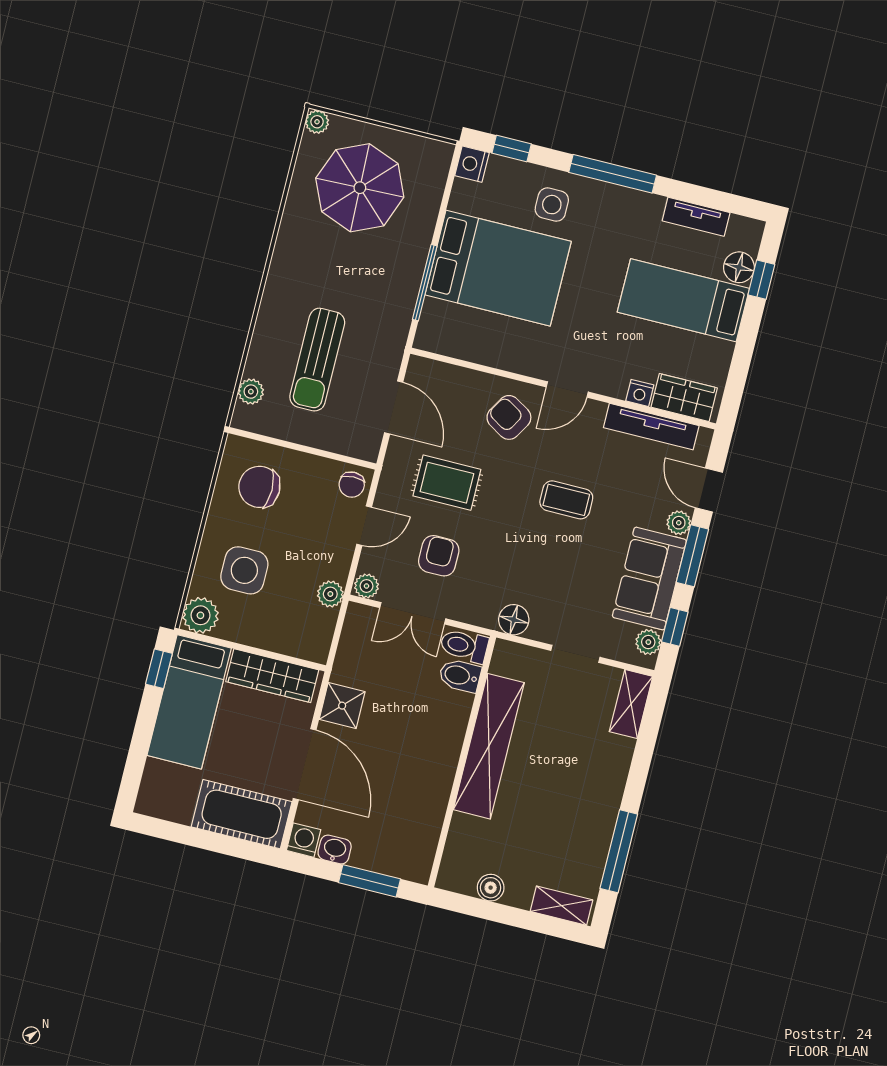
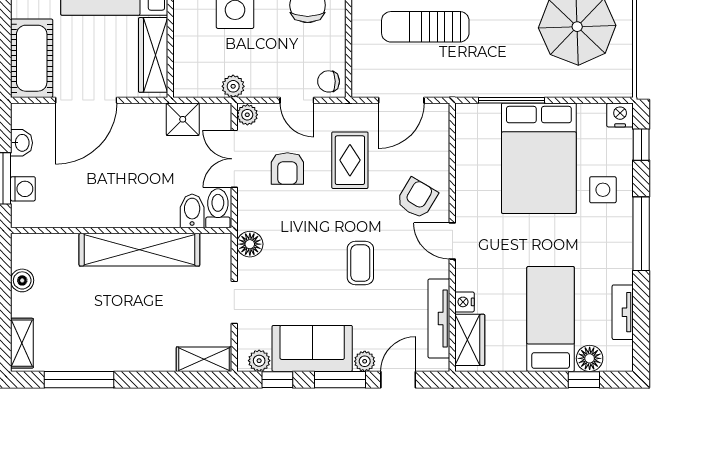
armchair: (439, 556) -> (287, 169), turned 90
shower: (342, 706) -> (183, 119), moved
washing machine: (304, 840) -> (23, 189), moved

